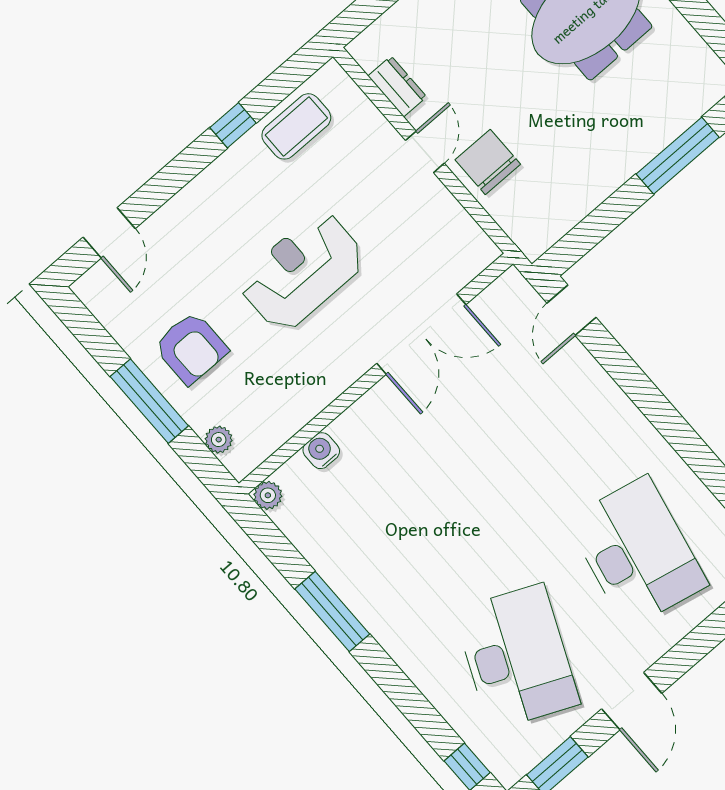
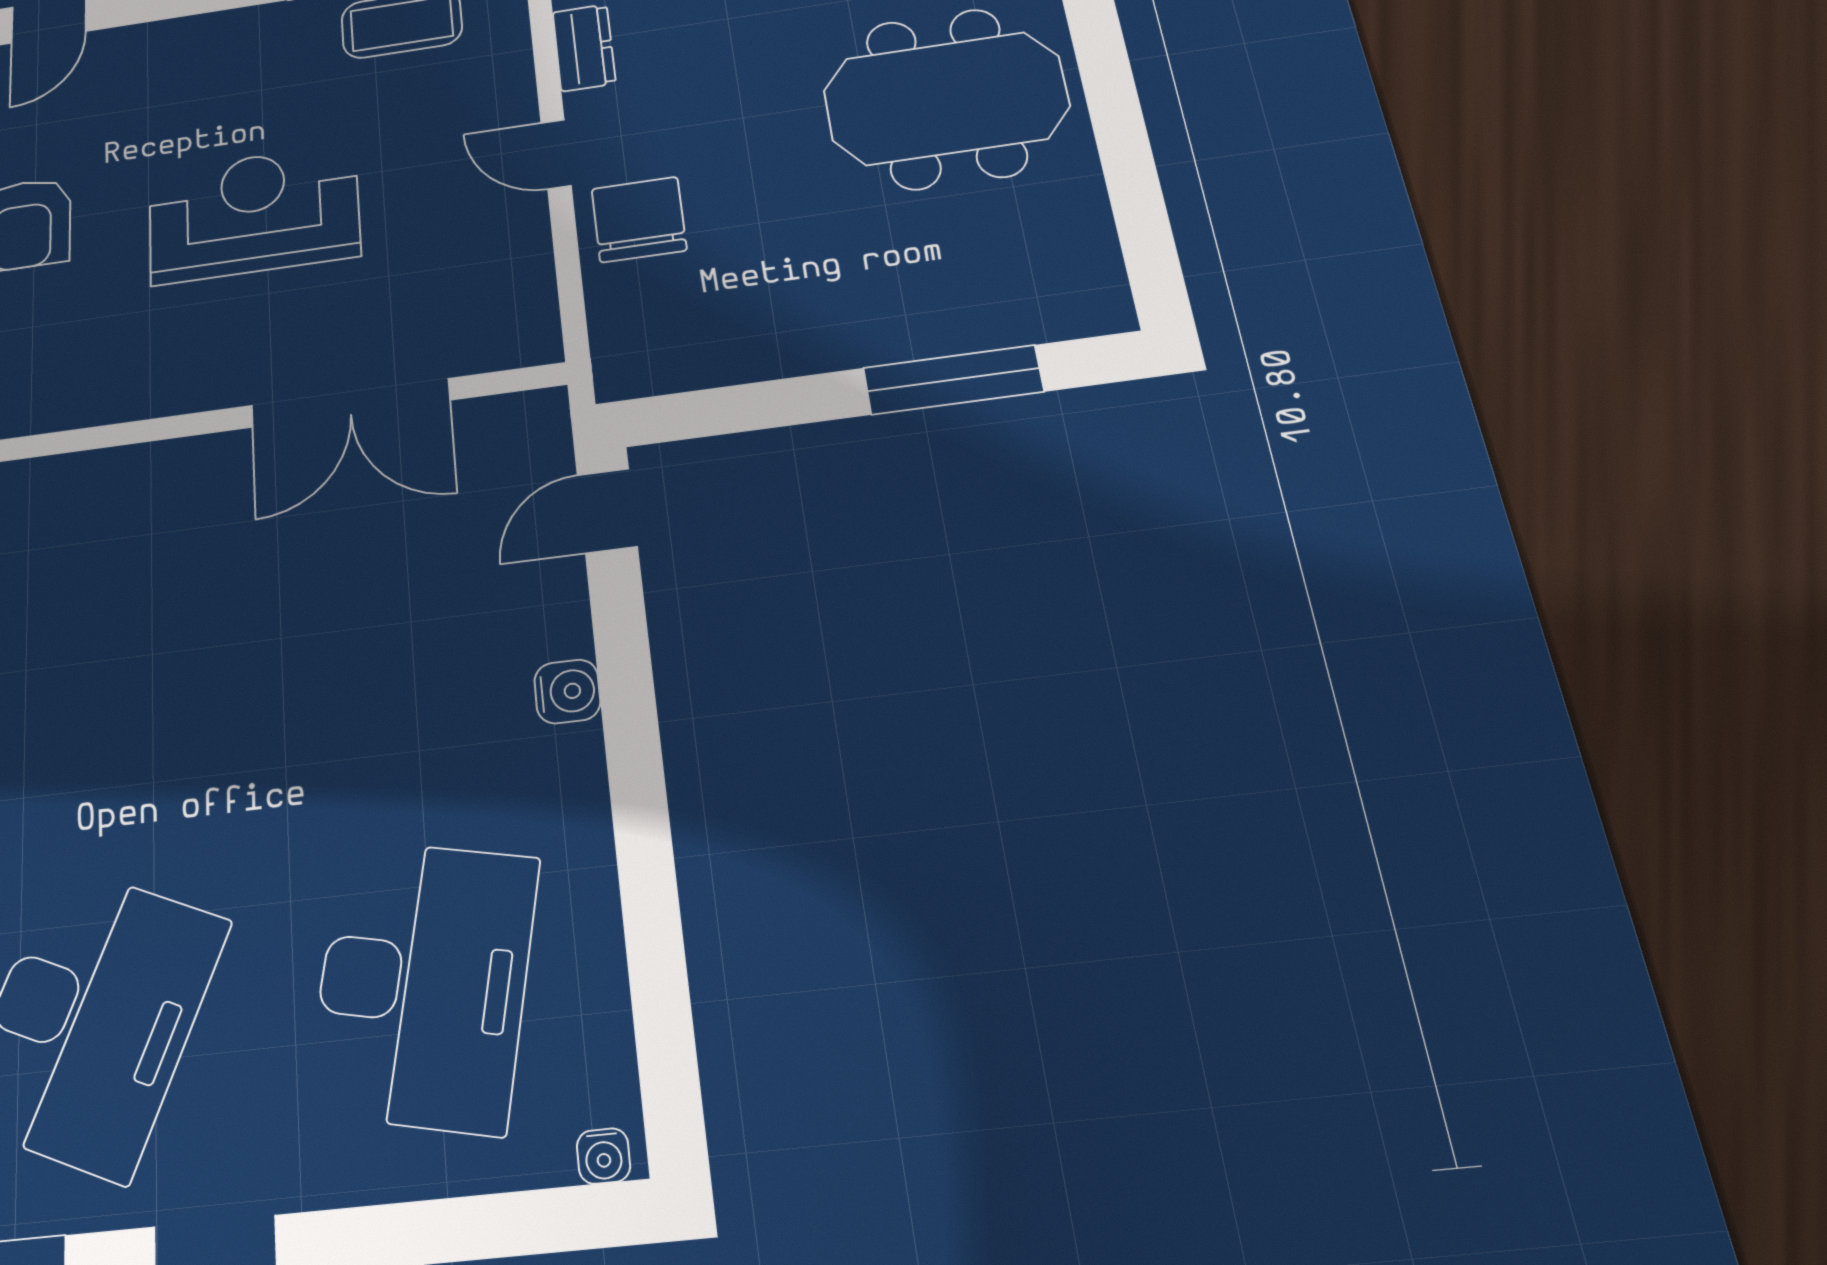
door: (425, 152) -> (556, 154), swing flipped
water cooler: (321, 451) -> (567, 691), moved, turned 90

